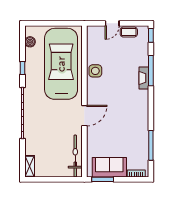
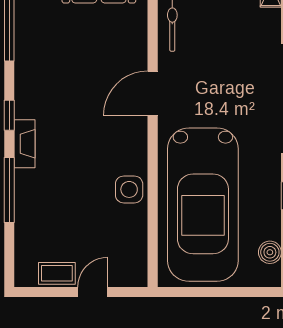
window: (151, 35) -> (9, 115), moved
fireplace: (144, 78) -> (24, 144), moved

